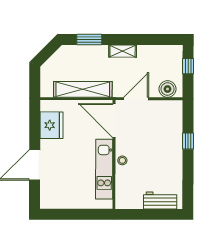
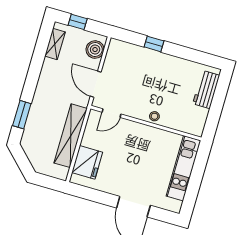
shelving: (123, 51) -> (55, 44), moved
door: (114, 121) -> (112, 113), width x0.53
fridge: (51, 125) -> (87, 162), moved, turned 90
kitchen unit: (104, 169) -> (184, 168), moved, turned 90

